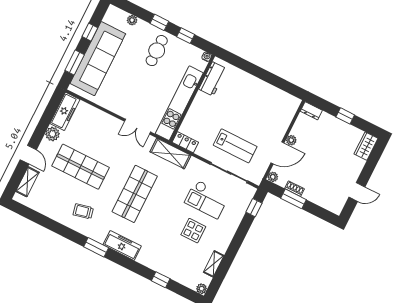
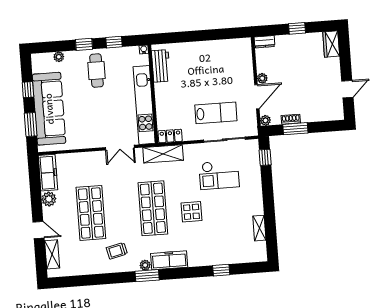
shop shelf: (81, 167) -> (91, 213), turned 90
display table: (193, 231) -> (192, 212), moved
plant: (202, 289) -> (145, 265), moved

